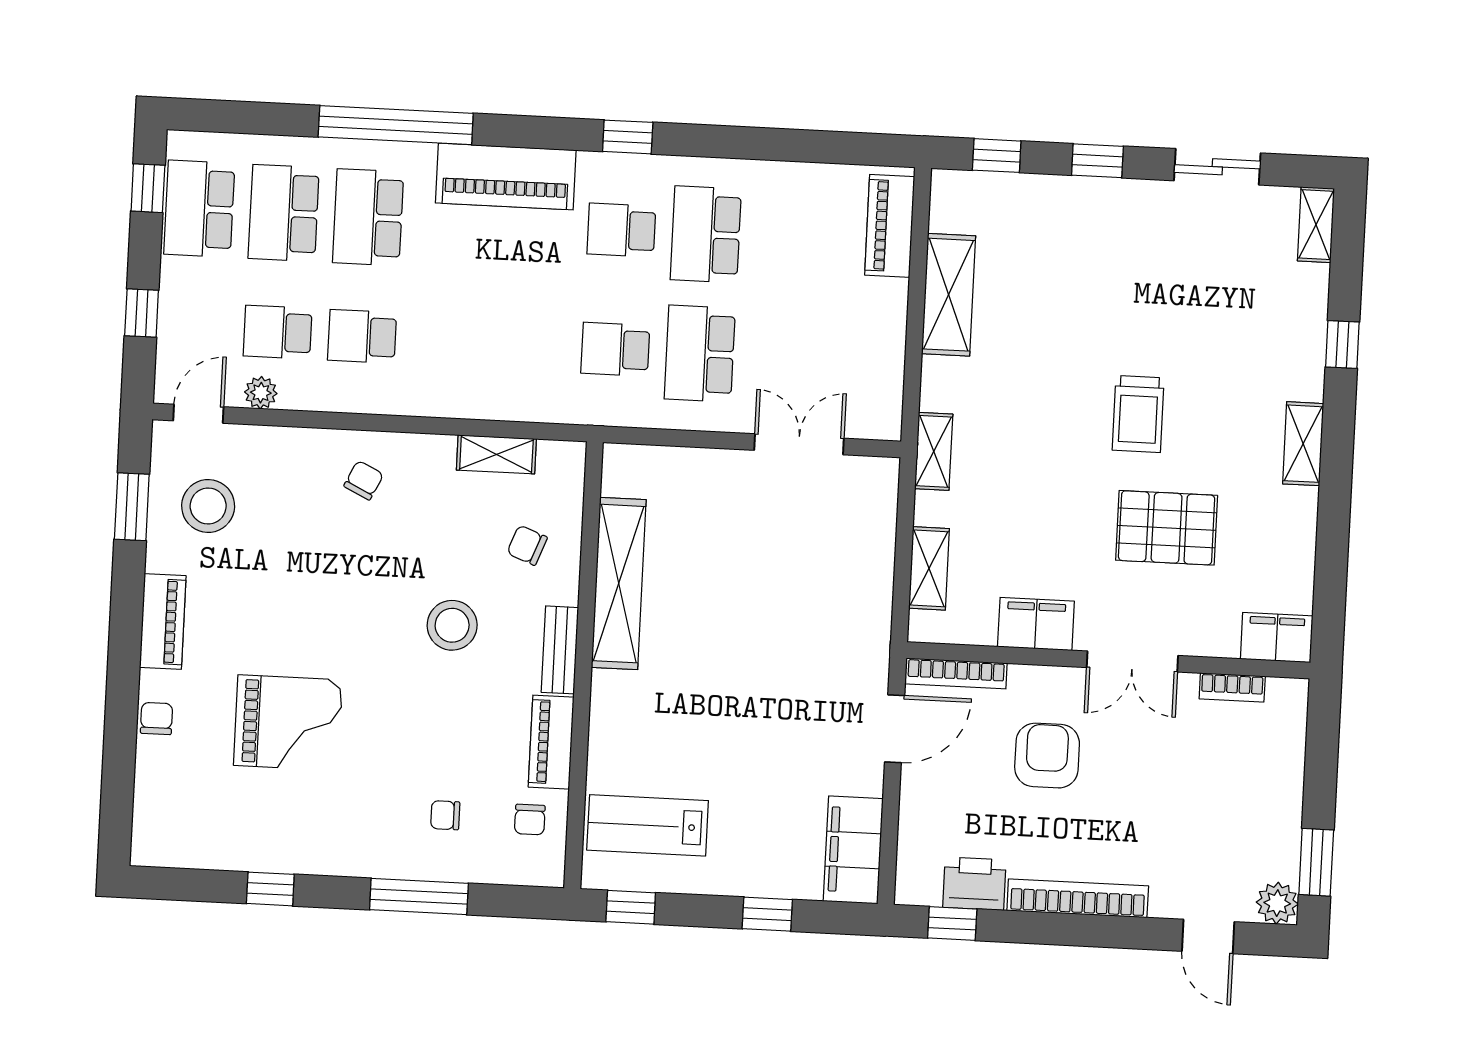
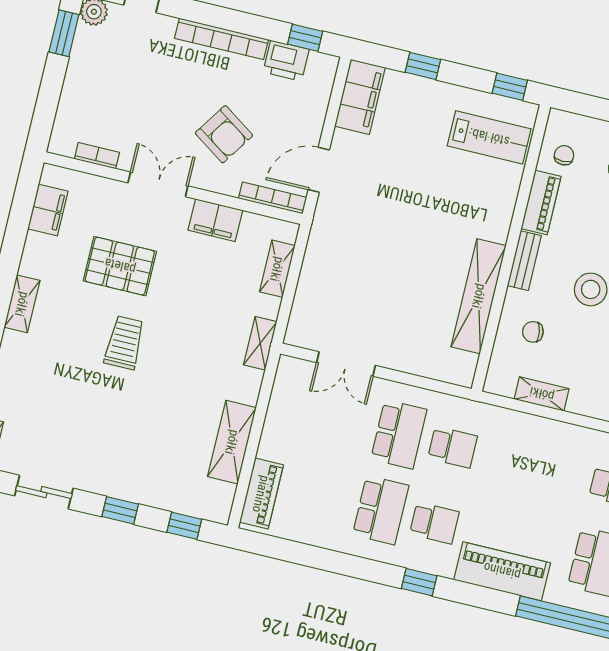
chair: (527, 545) -> (533, 332), turned 150
filing cabinet: (1277, 637) -> (48, 210), moved, turned -90
armchair: (1047, 756) -> (224, 134), turned -56

